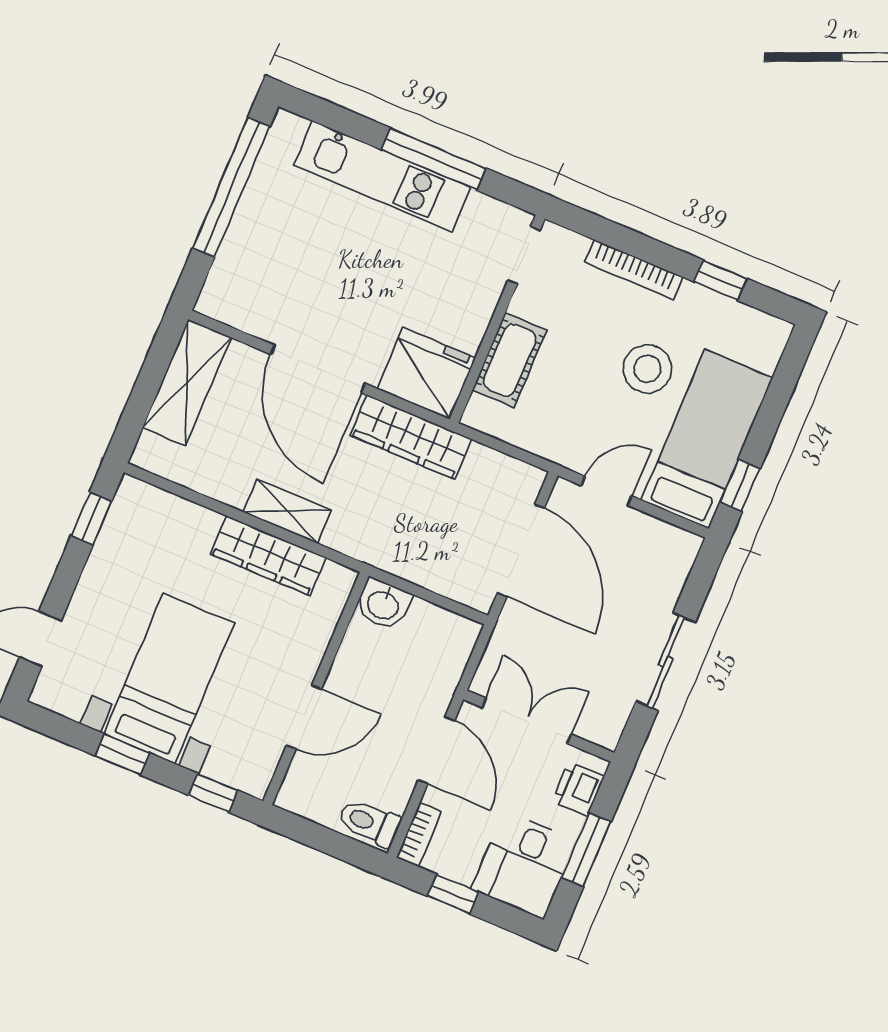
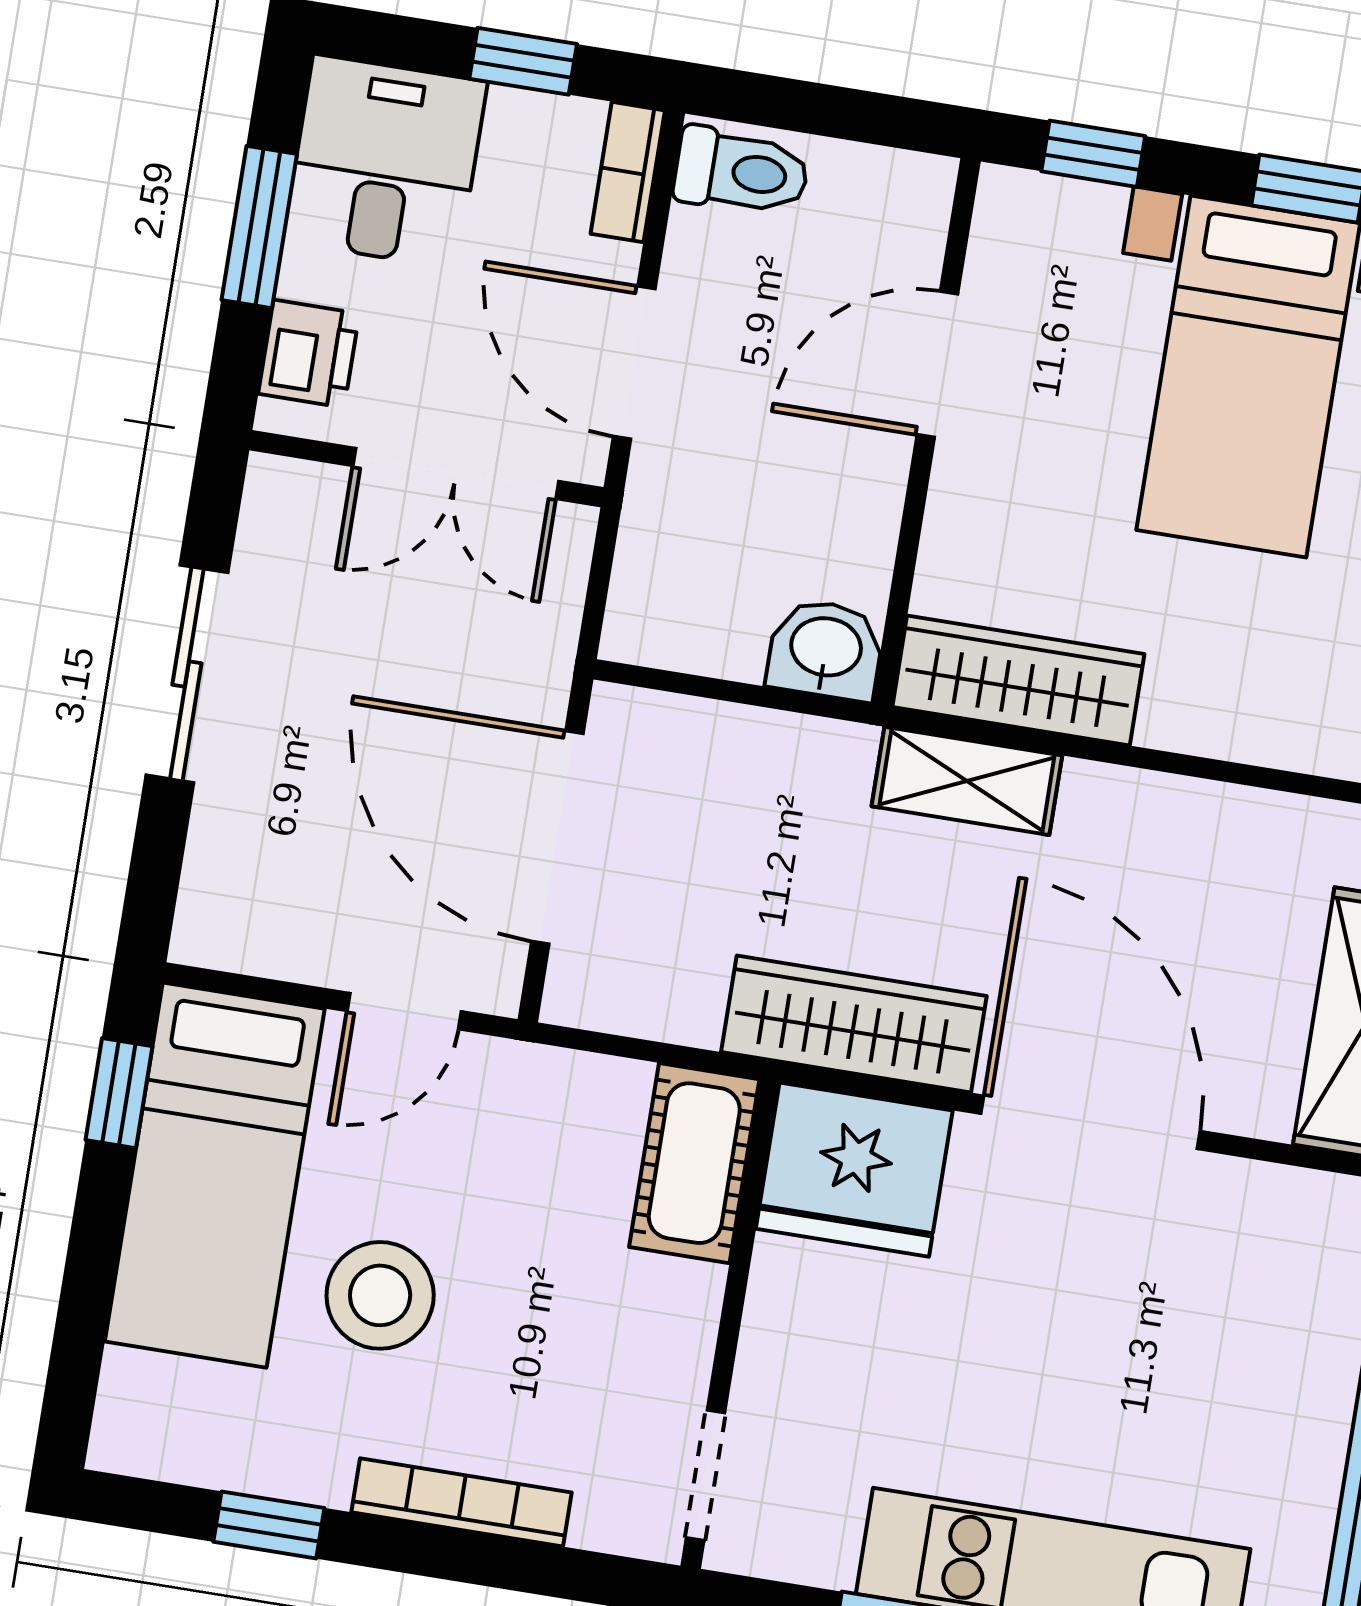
cot: (510, 360) -> (694, 1163), moved
shelving: (287, 511) -> (967, 781), moved
wardrobe: (268, 556) -> (1018, 680), moved

